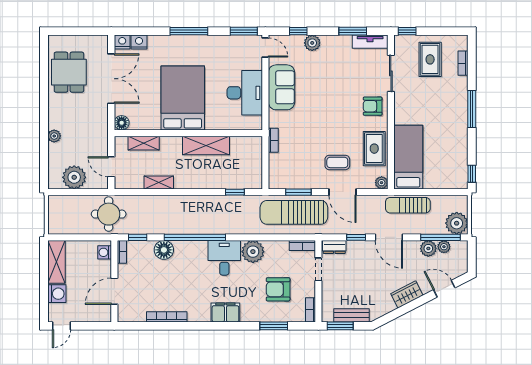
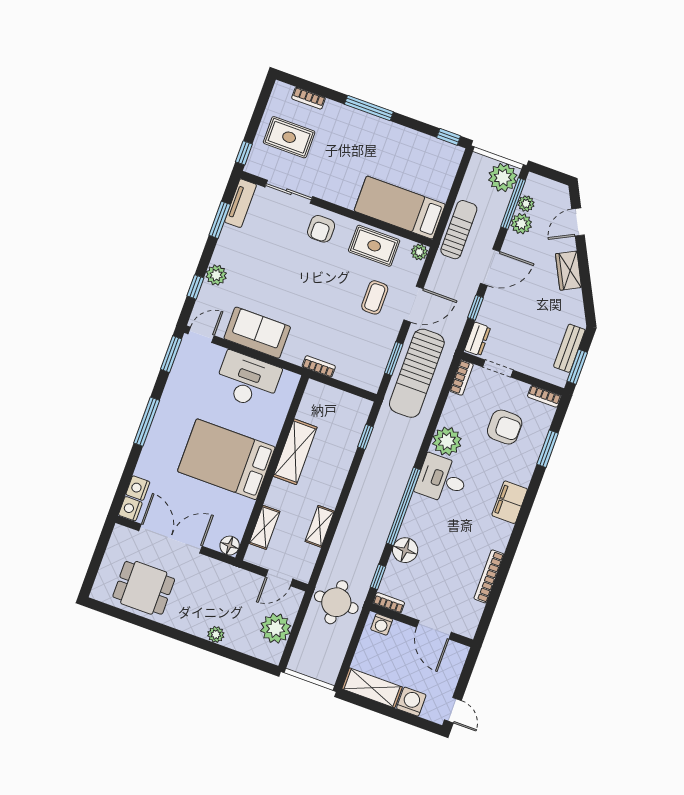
sun lounger: (408, 205) -> (459, 230), turned 180
armchair: (278, 289) -> (505, 427), turned -90

